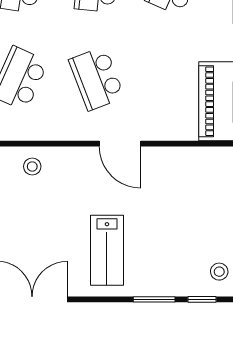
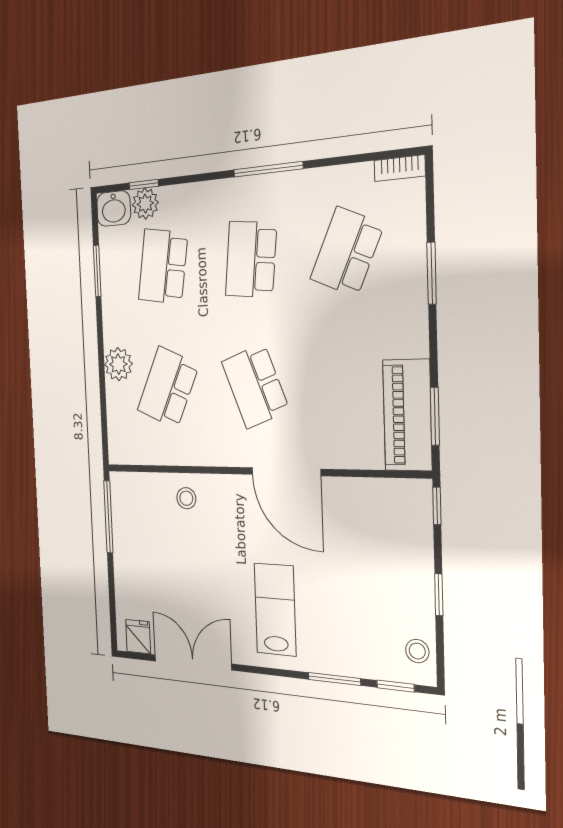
door: (120, 144) -> (286, 472), width x1.36
lab bench: (107, 250) -> (275, 610), turned 180

